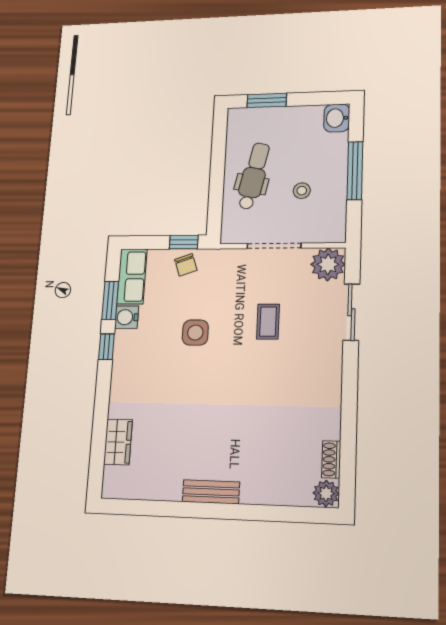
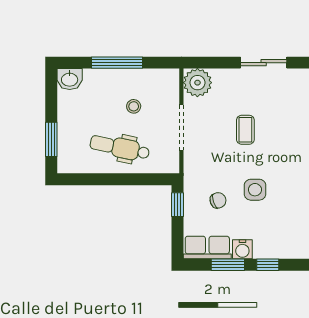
chair: (186, 265) -> (218, 200), moved
sliding door: (351, 312) -> (264, 63), moved
coffee table: (268, 322) -> (245, 130), turned 90

